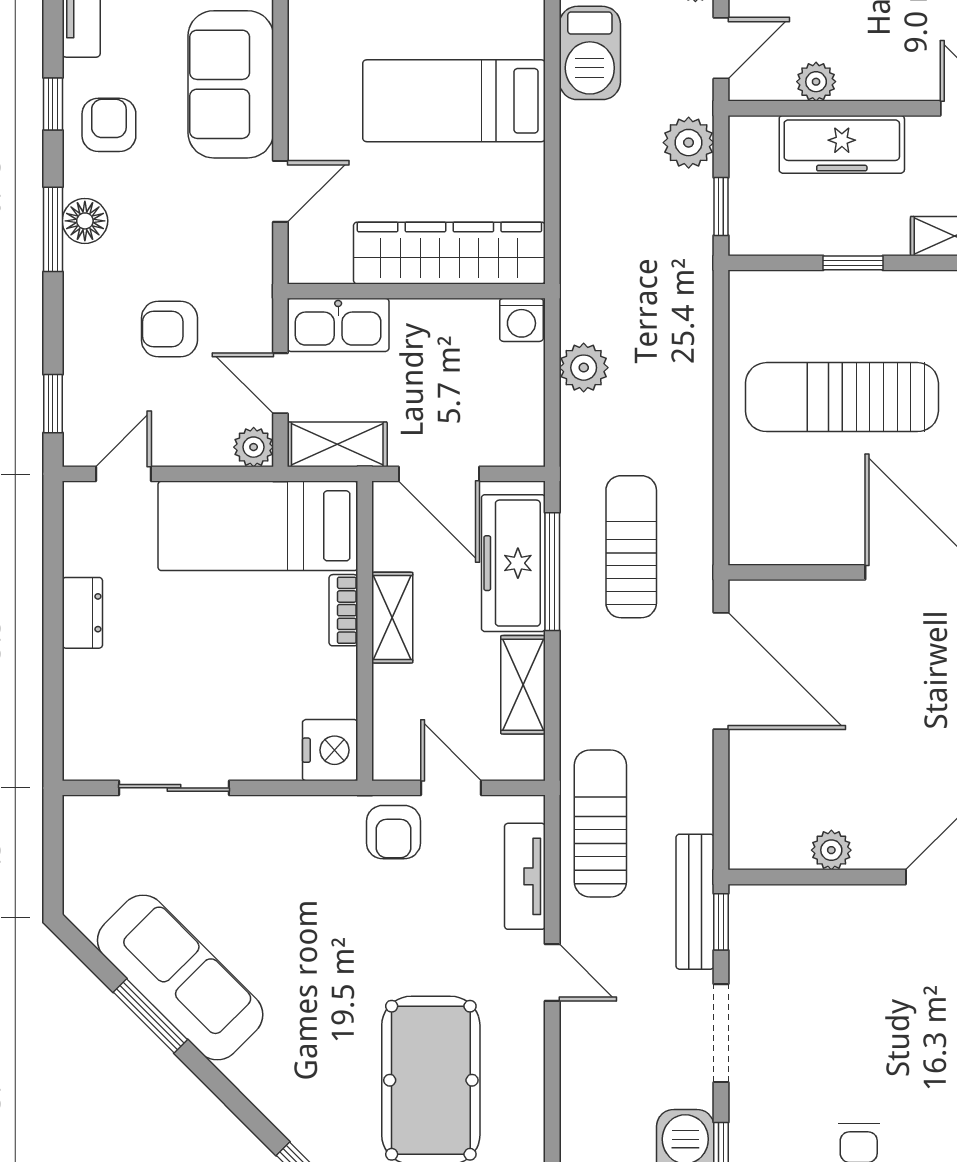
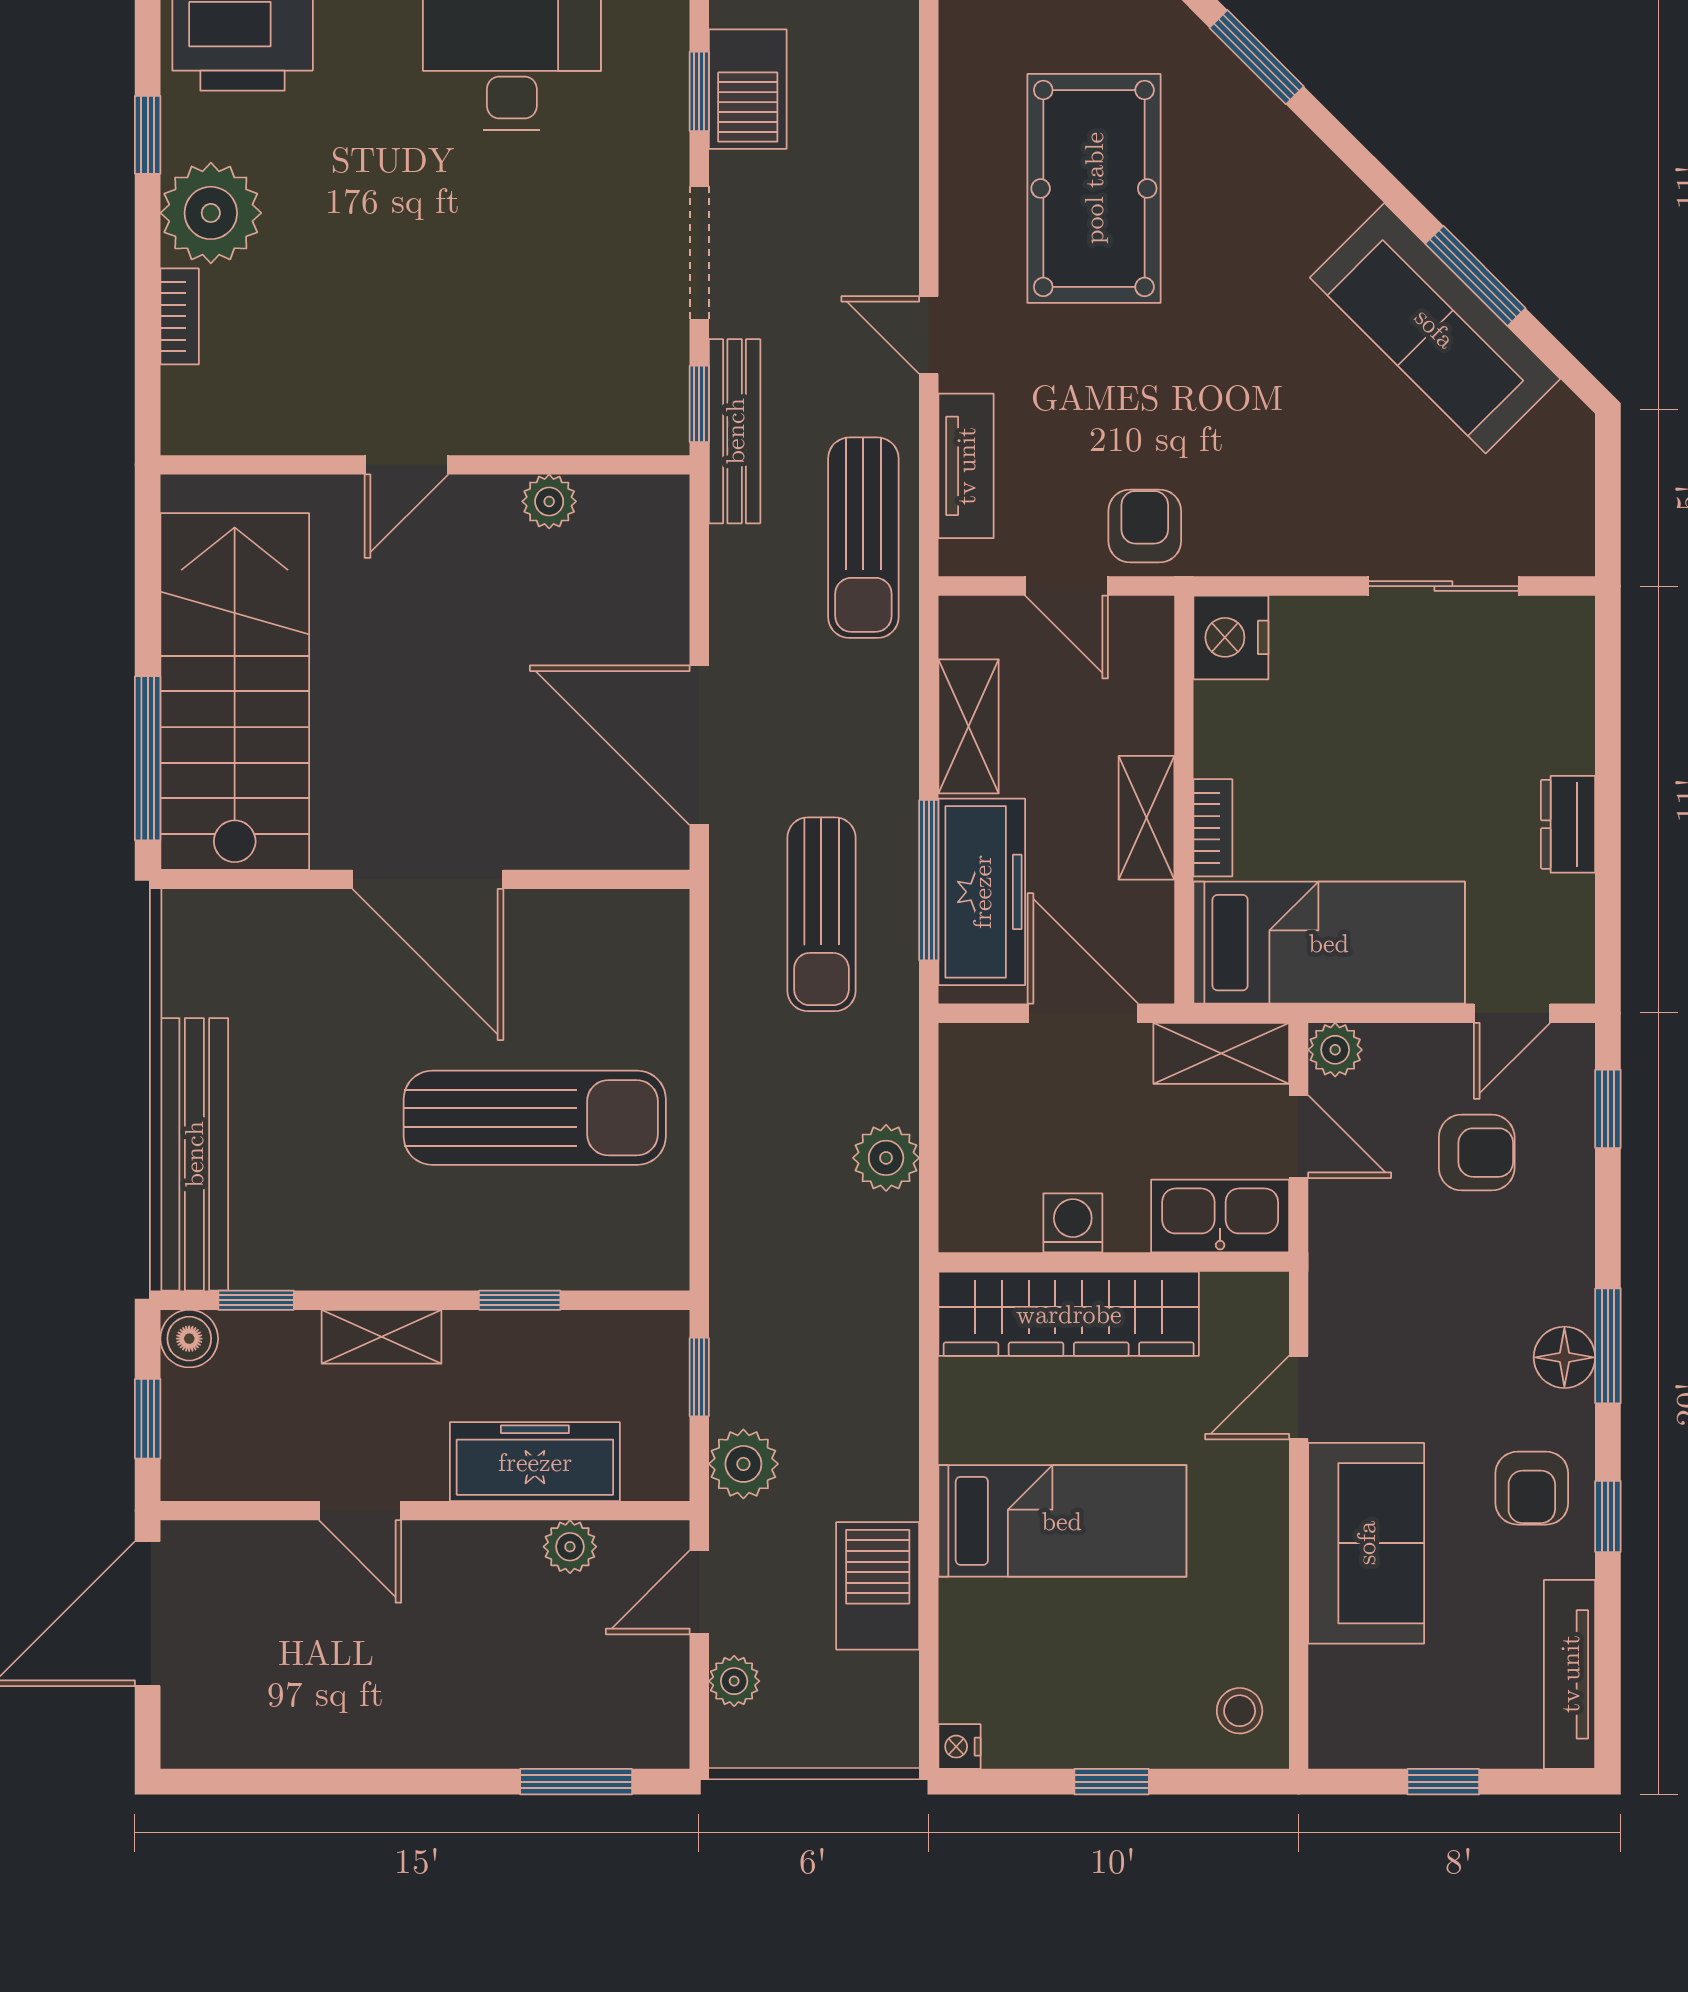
washing machine: (521, 320) -> (1073, 1223), moved
armchair: (169, 329) -> (1477, 1153), moved

